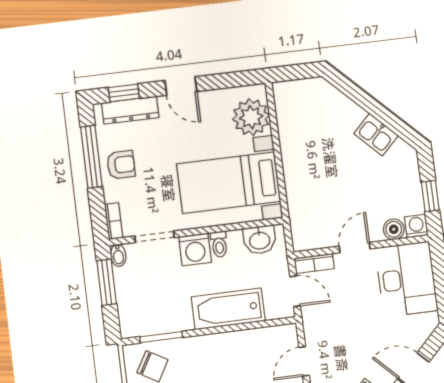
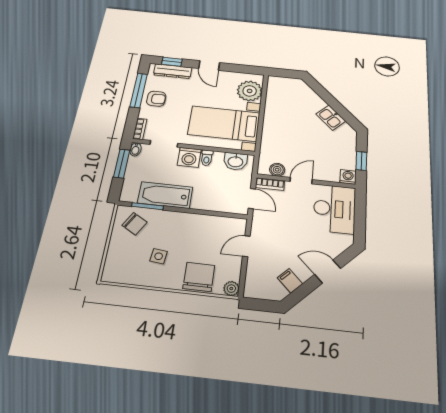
boiler: (394, 229) -> (277, 170), moved
bathtub: (228, 309) -> (165, 195), moved

